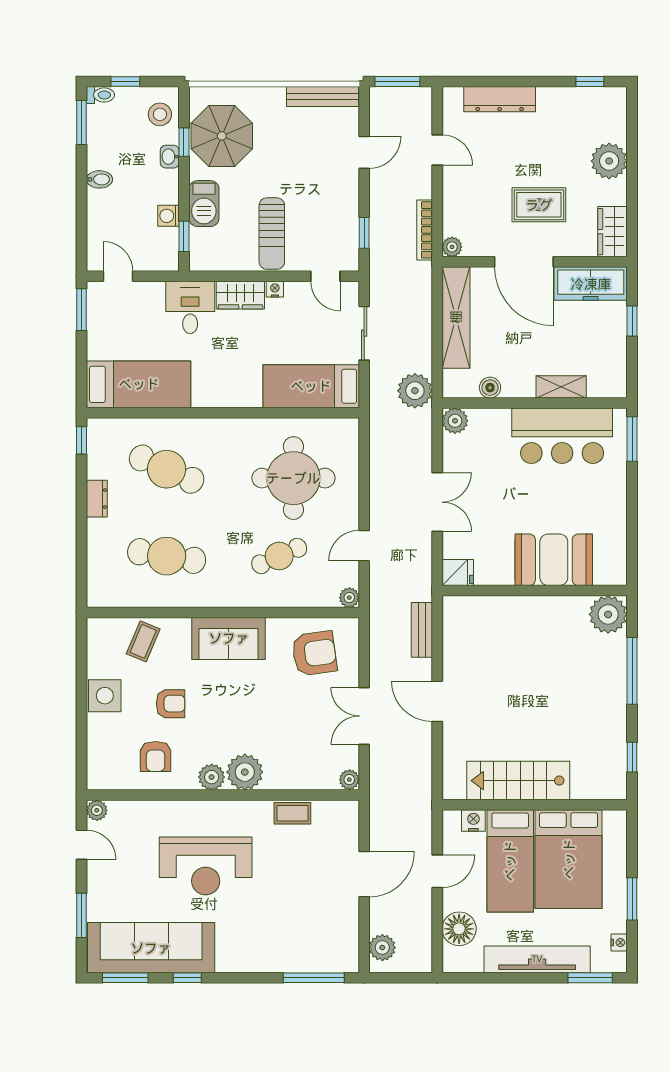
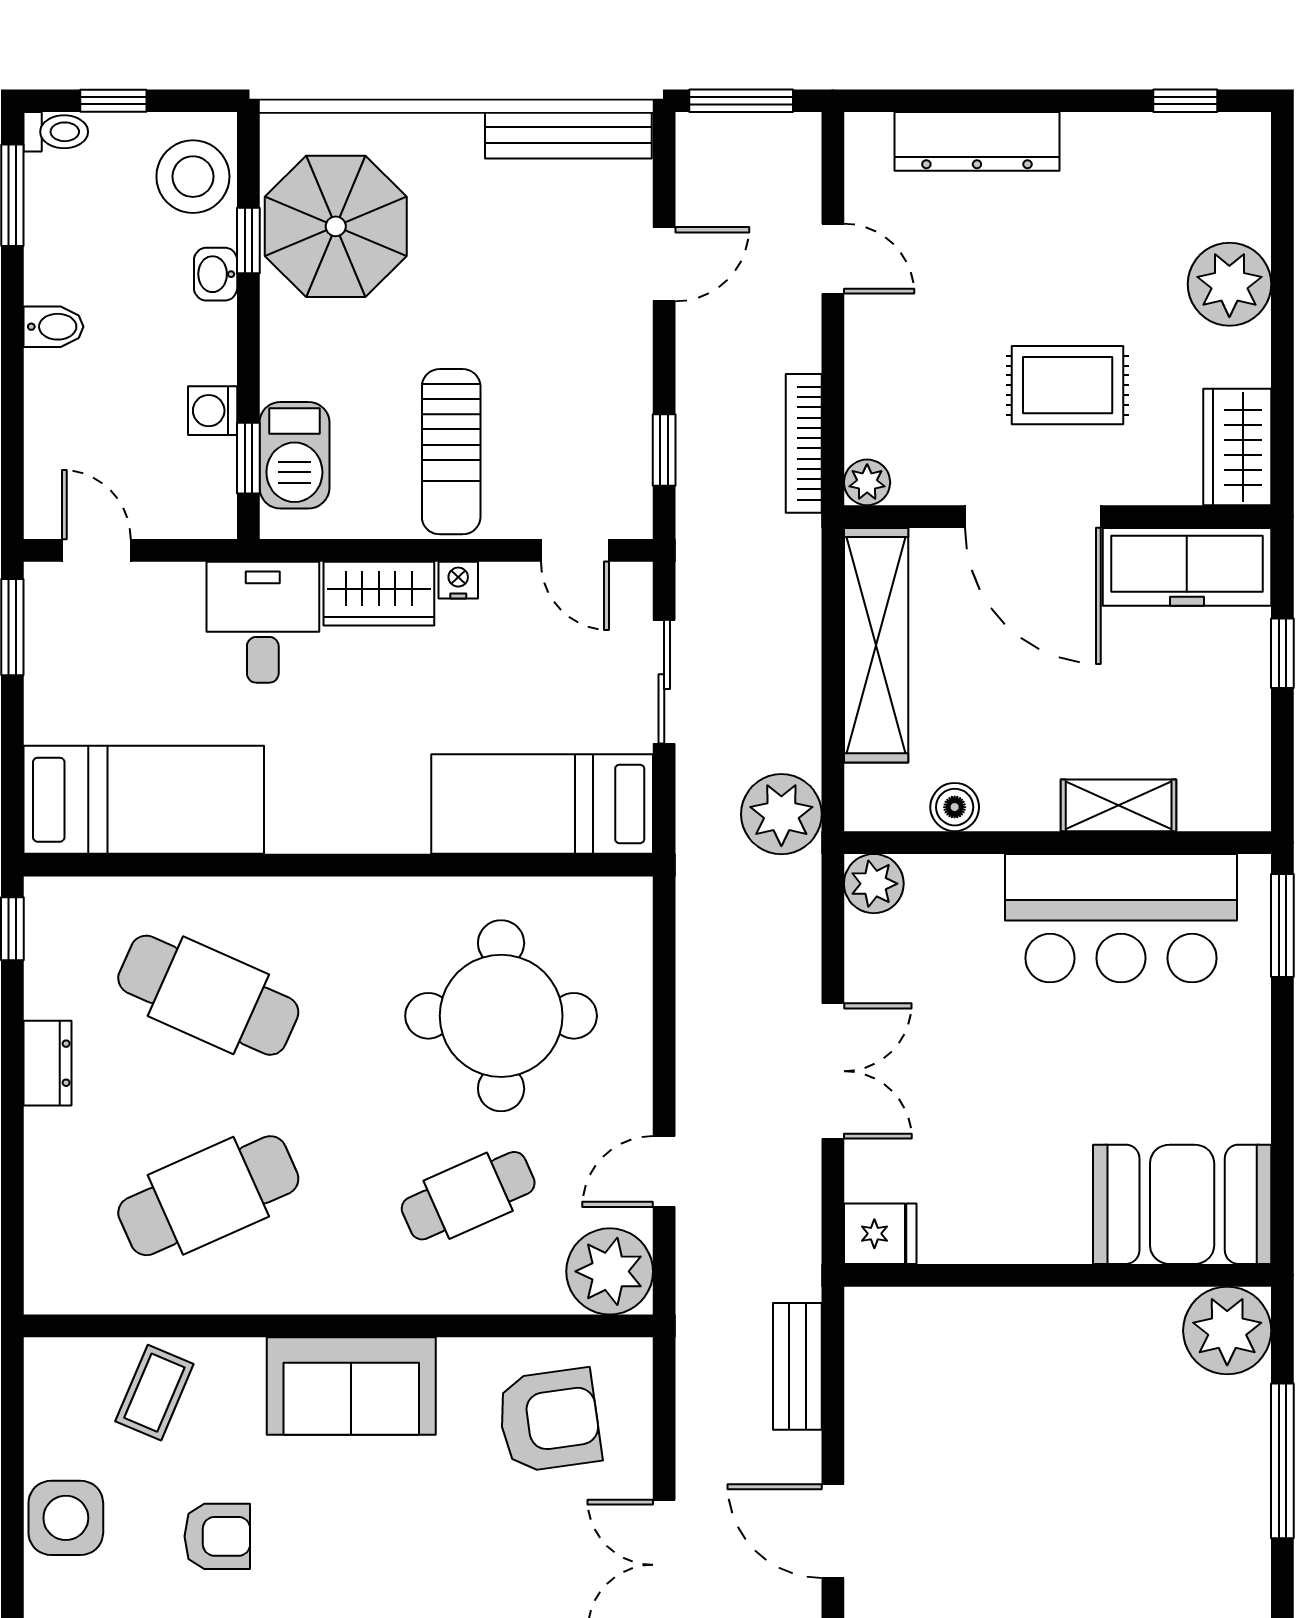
stool: (160, 114) -> (193, 177), width x1.38, depth x1.38
barbecue: (204, 204) -> (294, 455), moved
cafe table: (167, 556) -> (208, 1196), turned -33
booth: (554, 560) -> (1182, 1204), moved
plant: (349, 598) -> (610, 1271), width x1.88, depth x1.88

